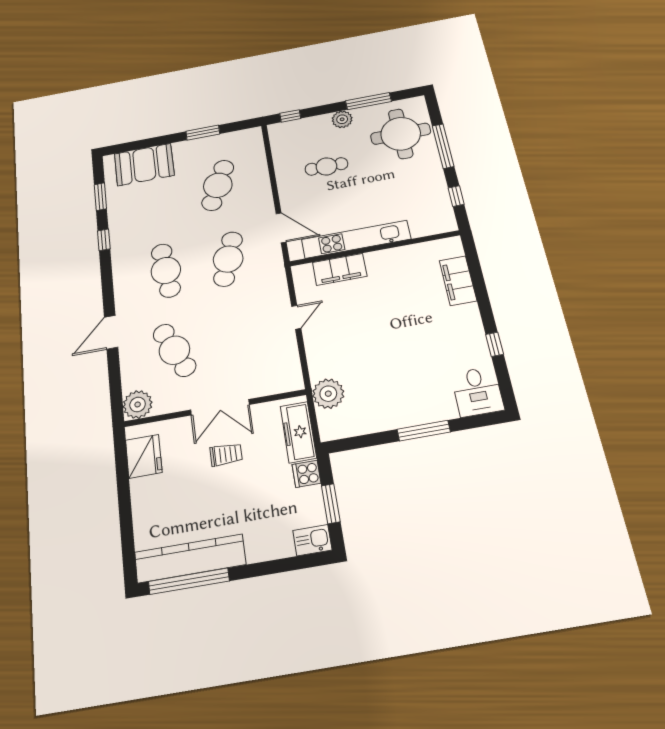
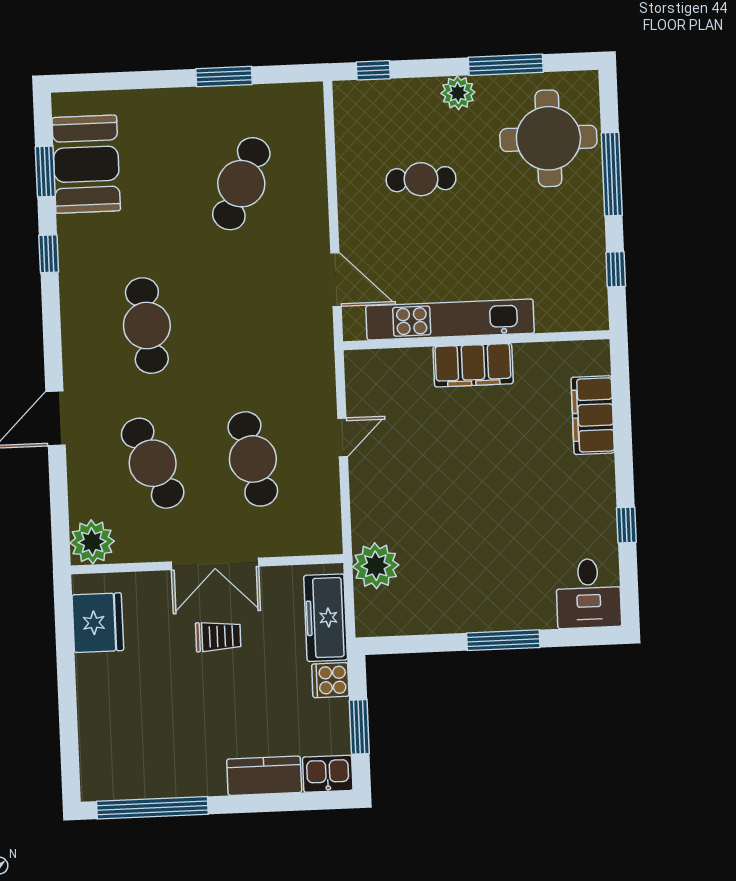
booth: (144, 165) -> (86, 164), moved, turned 90
cafe table: (228, 259) -> (253, 459), moved, turned -30
filing cabinet: (340, 269) -> (473, 365), moved
kitchen counter: (190, 558) -> (264, 776), moved, width x0.48, depth x0.86

